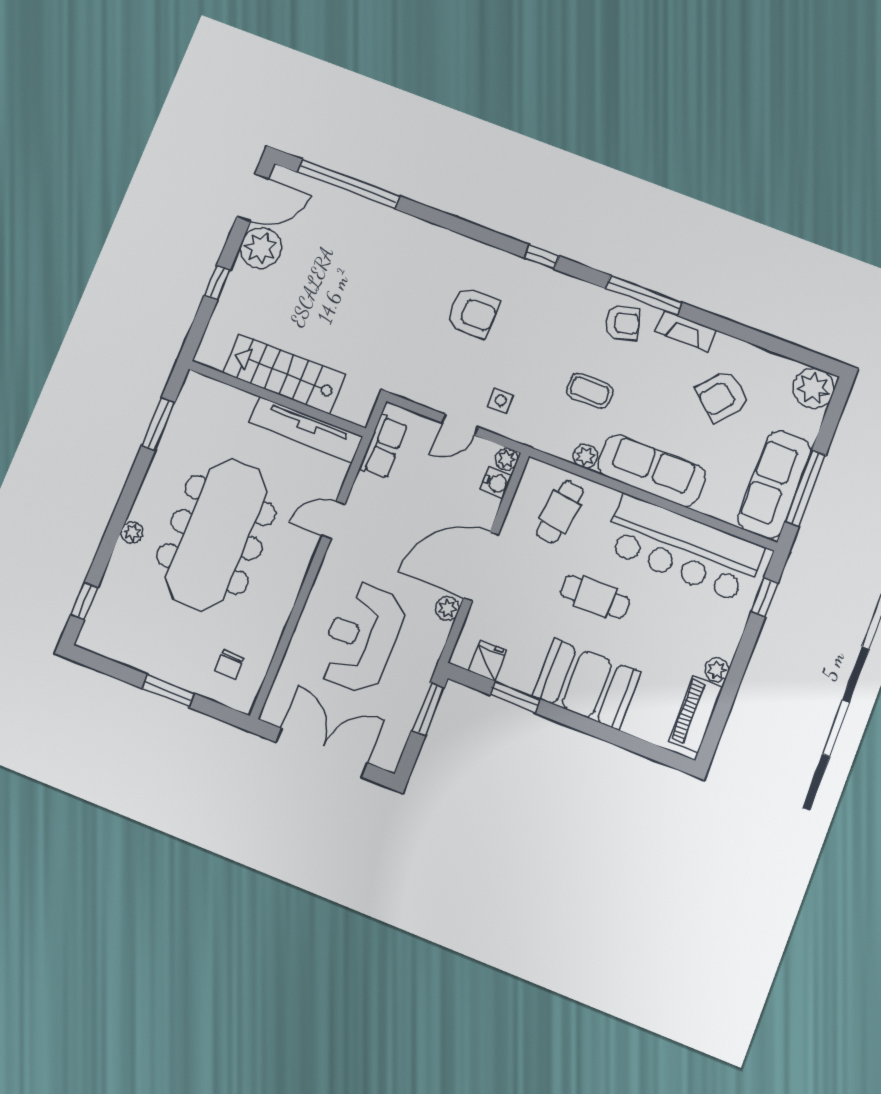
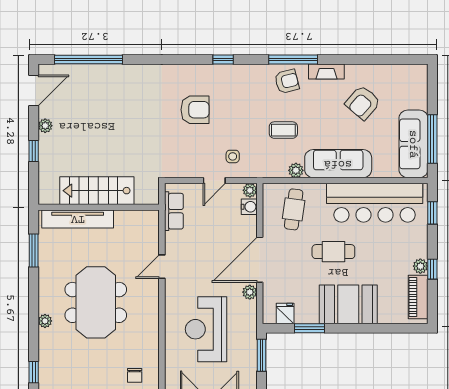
plant: (261, 248) -> (45, 126), width x0.53, depth x0.53
plant: (813, 388) -> (415, 77), removed
tv unit: (306, 429) -> (78, 219), moved
meeting table: (216, 535) -> (96, 302), width x0.73
window: (733, 681) -> (432, 269), added

